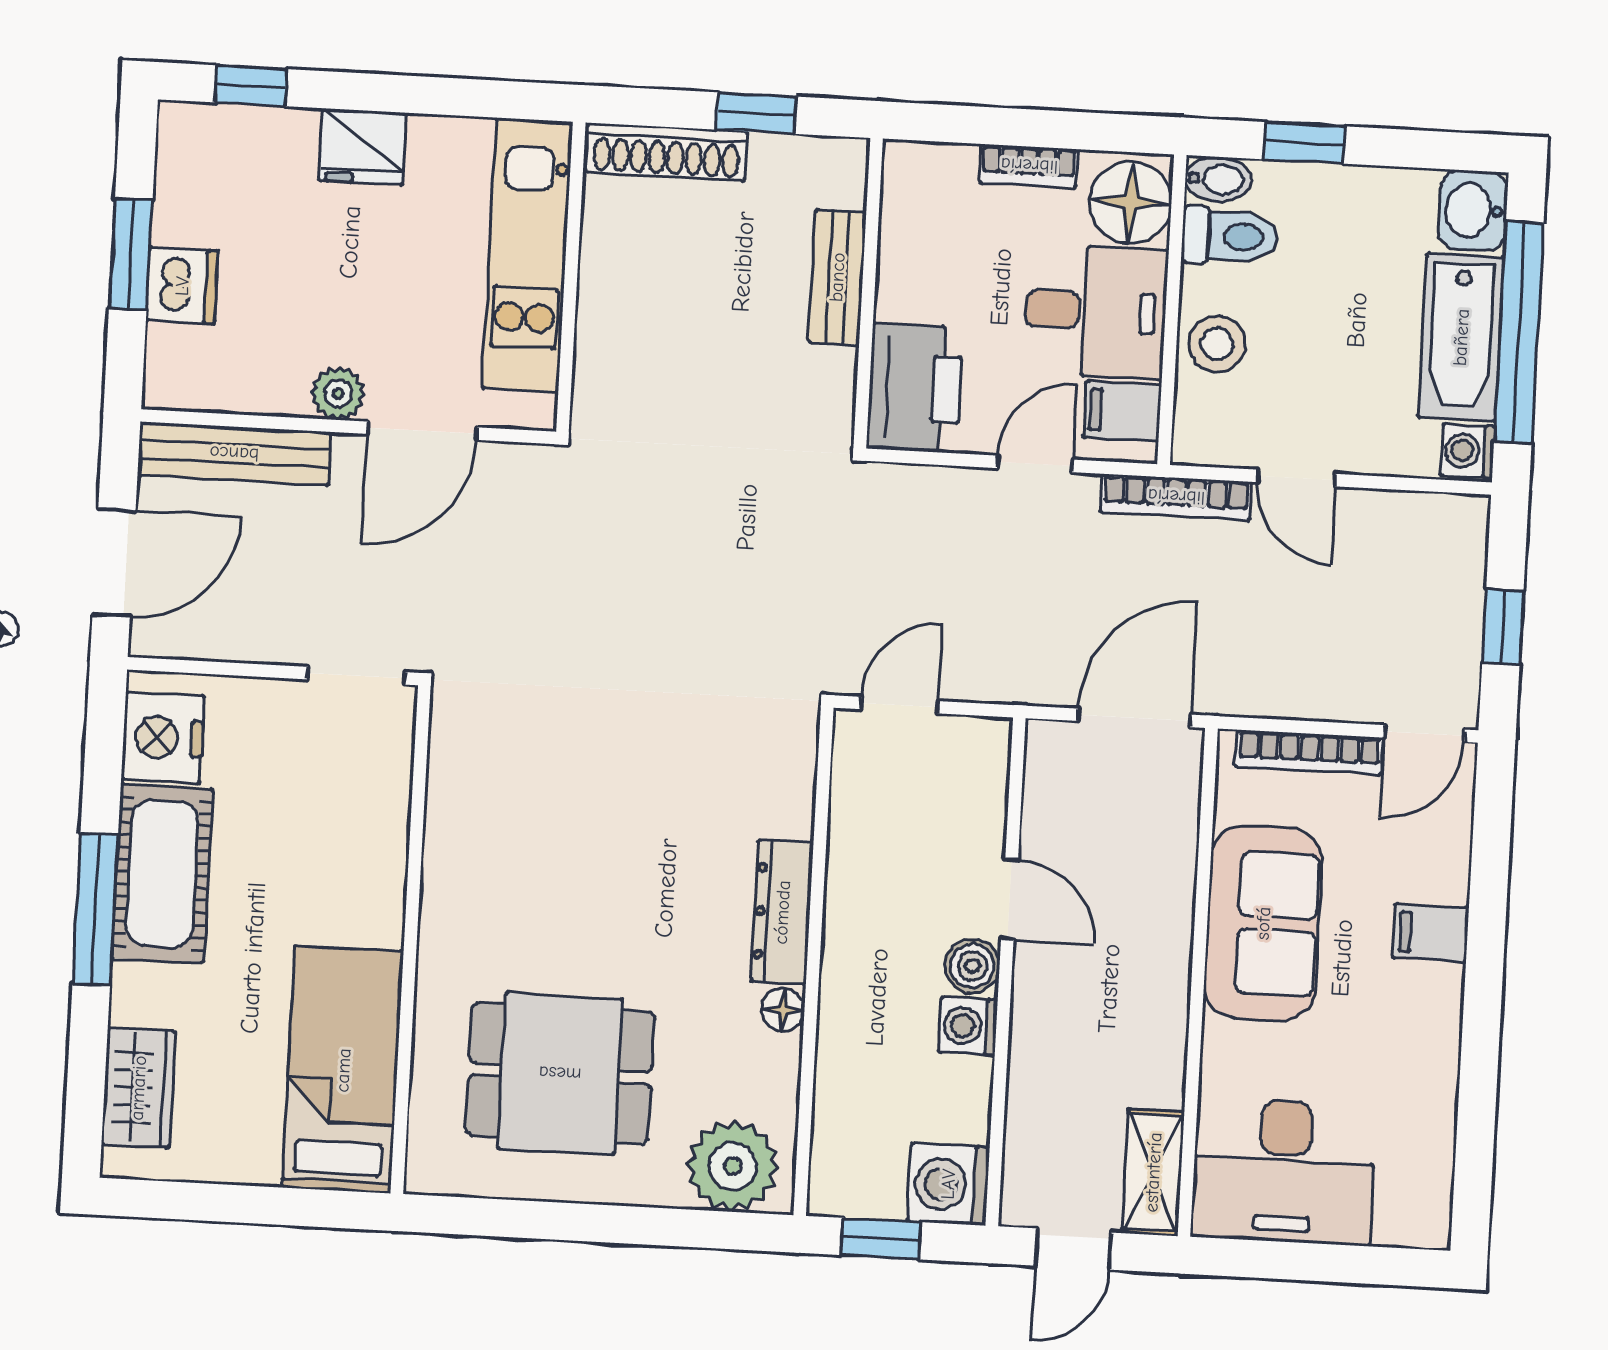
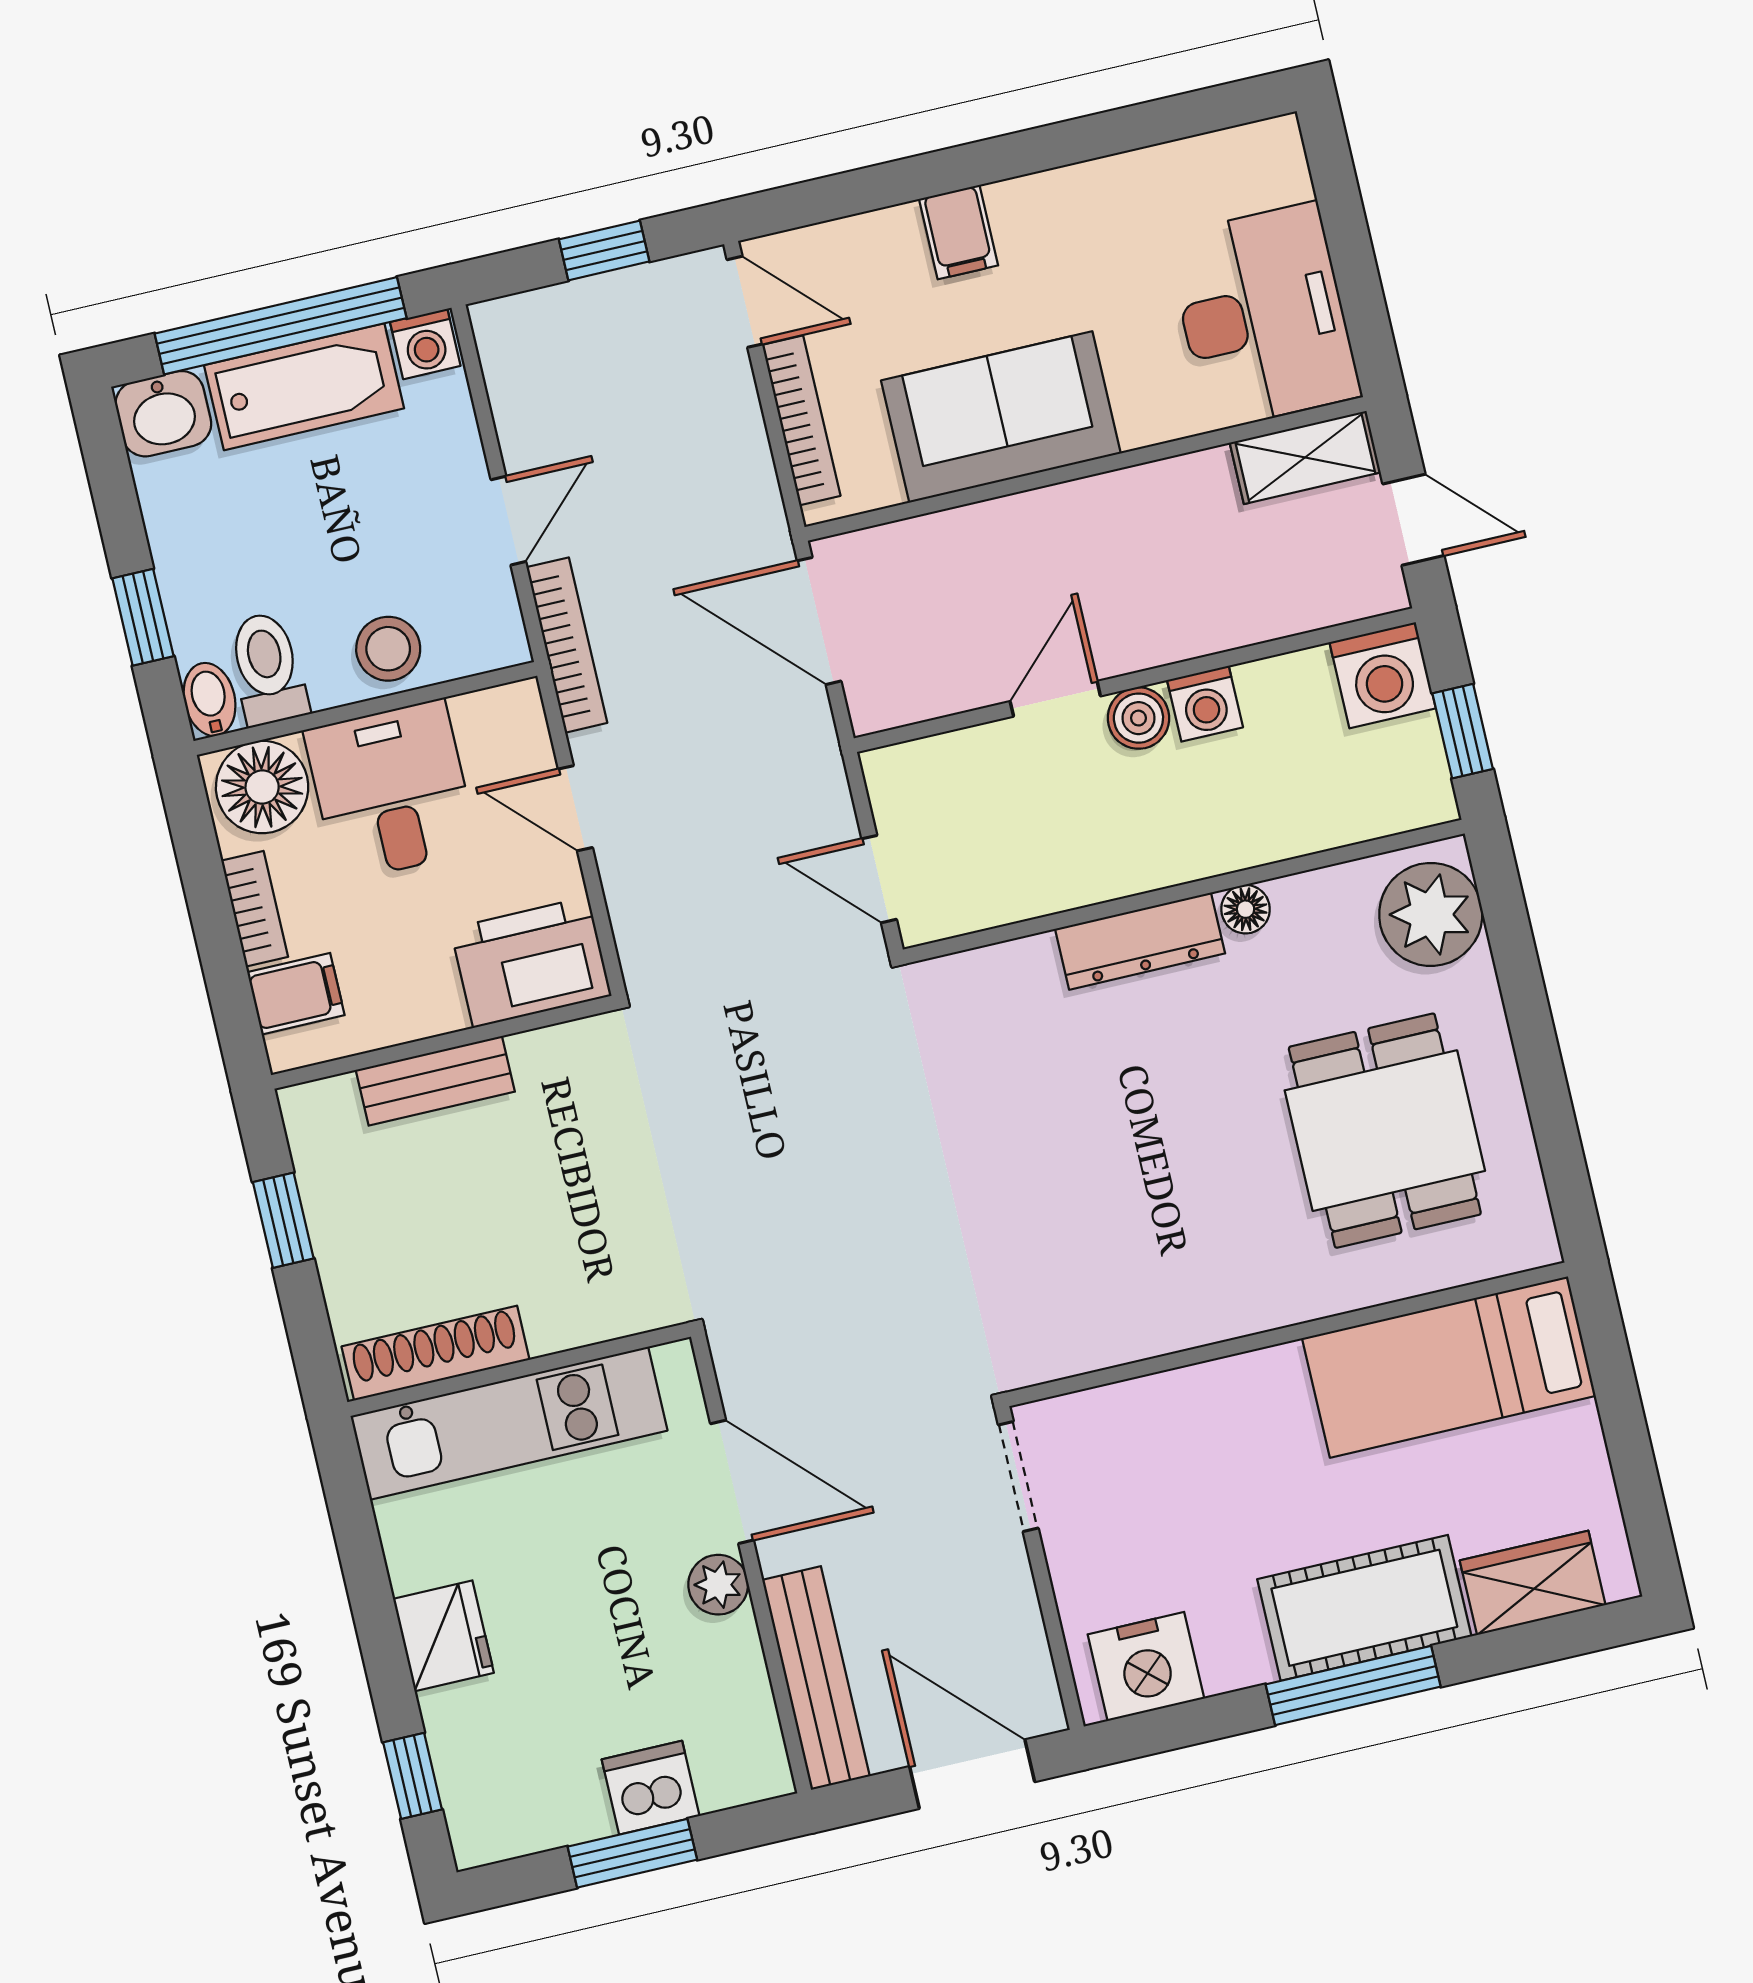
shoe rack: (666, 152) -> (436, 1353), moved, turned -90
filing cabinet: (1122, 411) -> (296, 994), moved, turned -90
cot: (162, 874) -> (1364, 1608), moved

